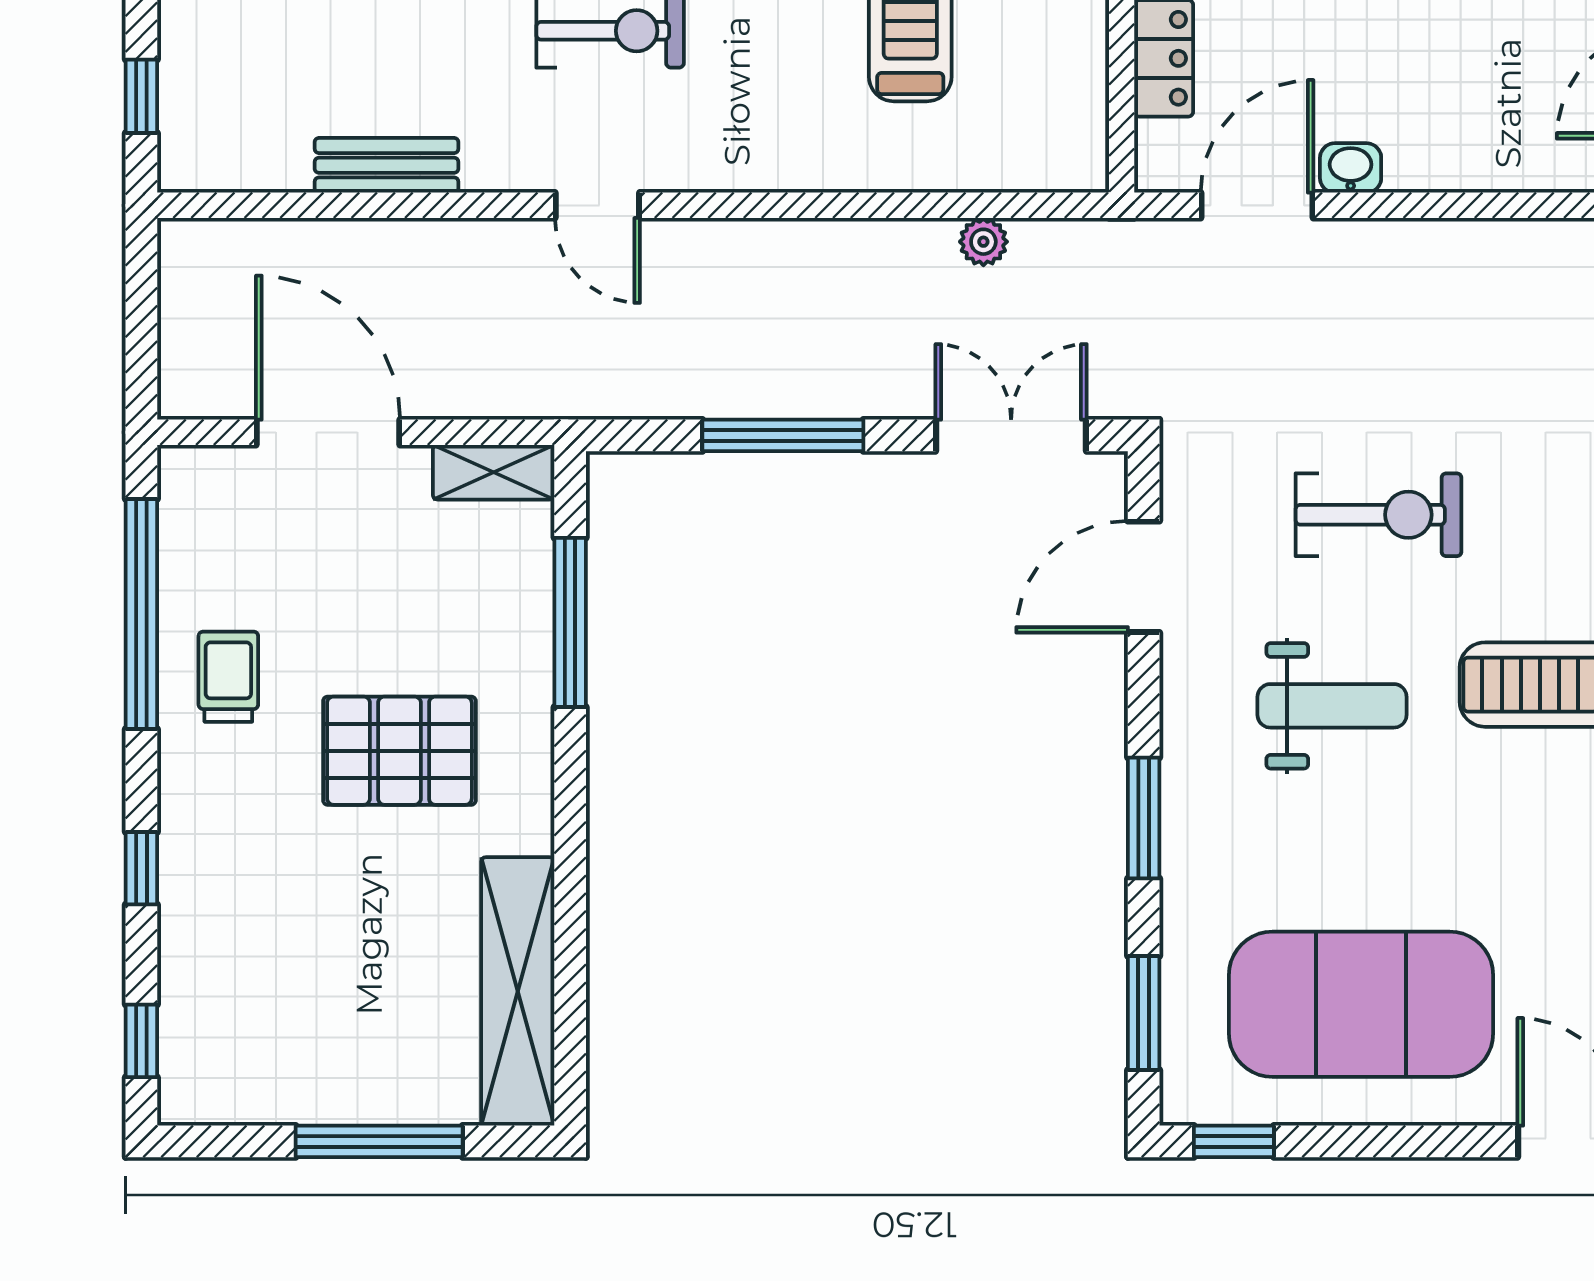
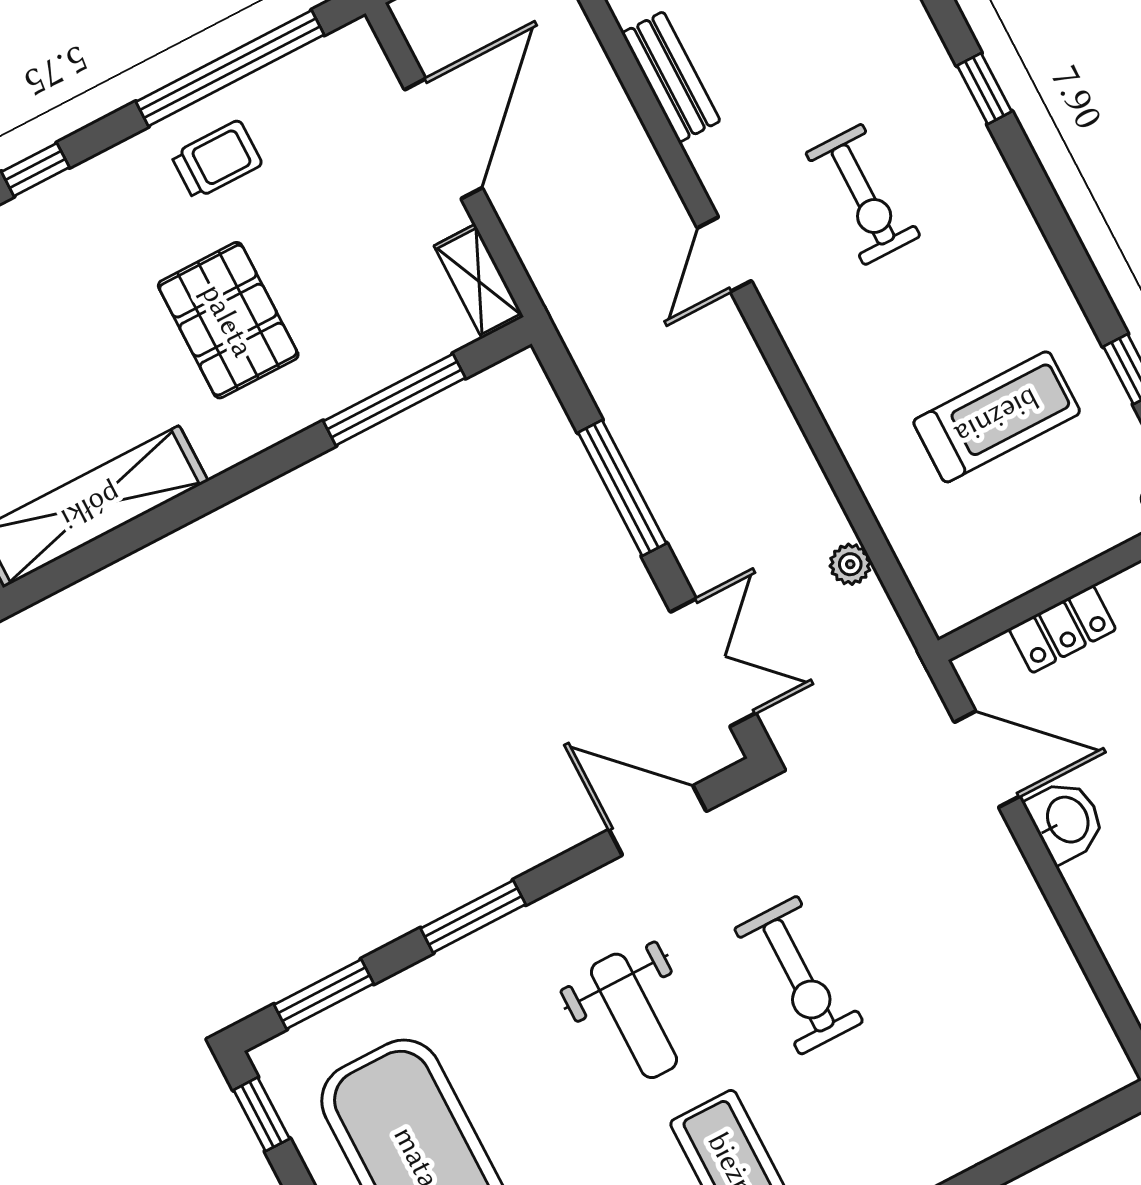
washbasin: (1351, 168) -> (1066, 820), width x1.38, depth x1.45

